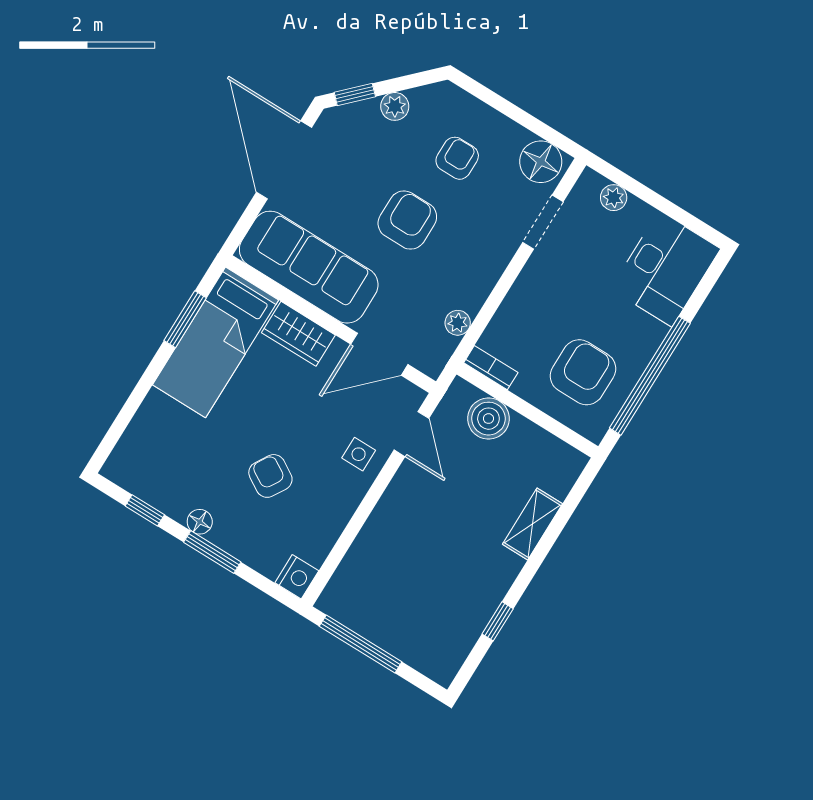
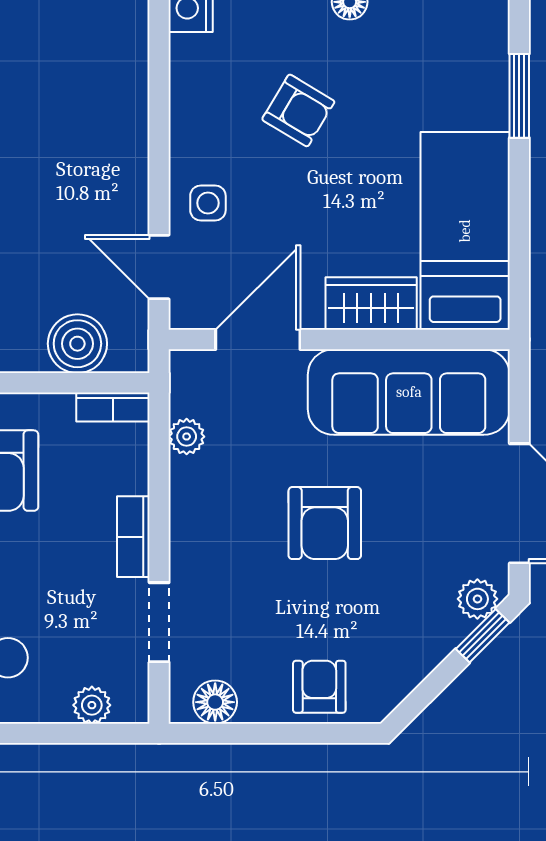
plant: (395, 106) -> (477, 599), moved
armchair: (457, 158) -> (319, 687), moved, turned 180
floor lamp: (541, 162) -> (215, 702), width x0.73, depth x0.73
bookcase: (526, 283) -> (133, 537), added
window: (185, 319) -> (519, 96), moved

